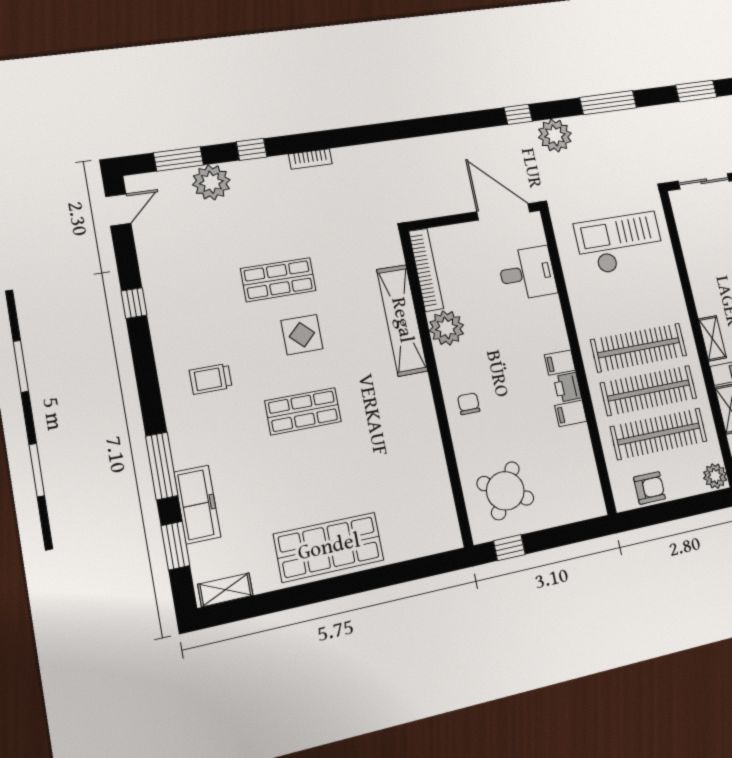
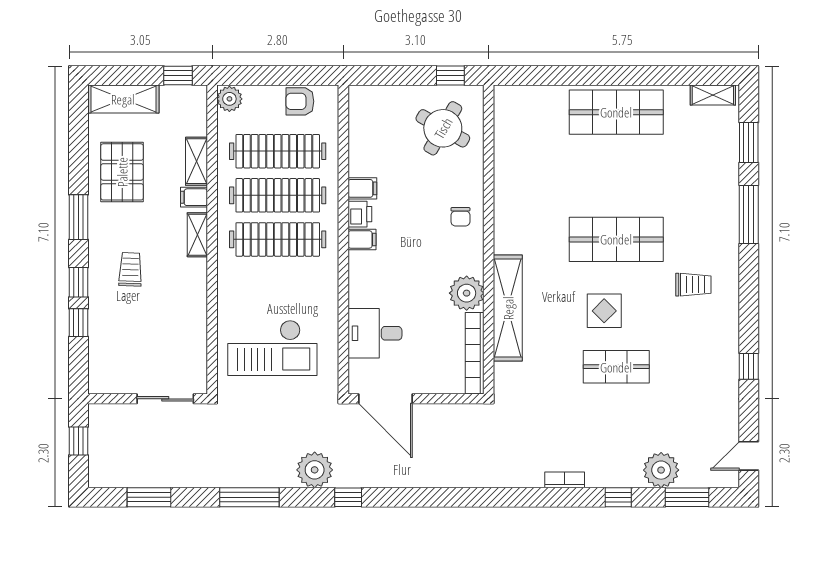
shop shelf: (303, 411) -> (616, 239), width x1.43, depth x1.36
freezer: (197, 504) -> (724, 174), removed

